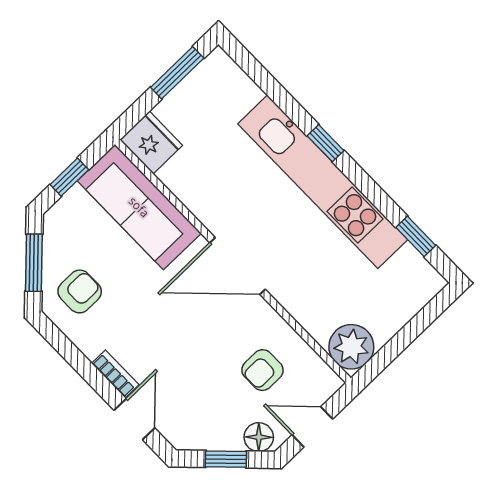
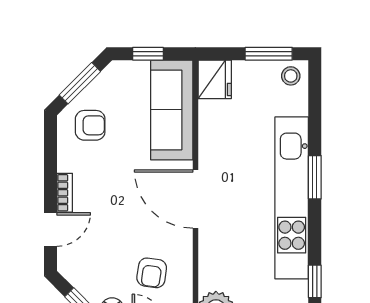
stool: (216, 73) -> (291, 76), added
window: (325, 143) -> (315, 177), width x1.50
armchair: (262, 370) -> (152, 273), turned -82

